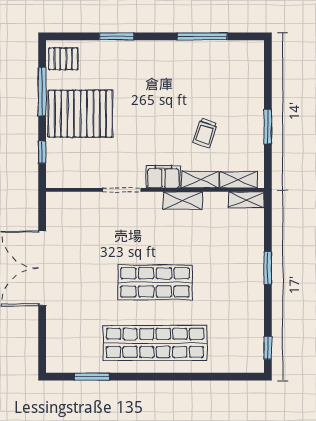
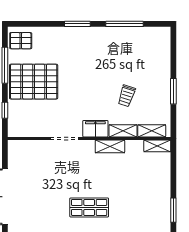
window: (116, 36) -> (77, 24), moved
window: (268, 268) -> (173, 210), moved
shop shelf: (155, 282) -> (89, 207), width x0.70, depth x0.74

